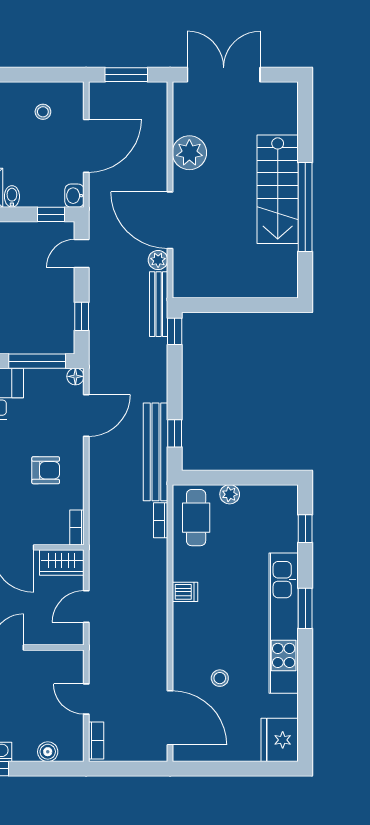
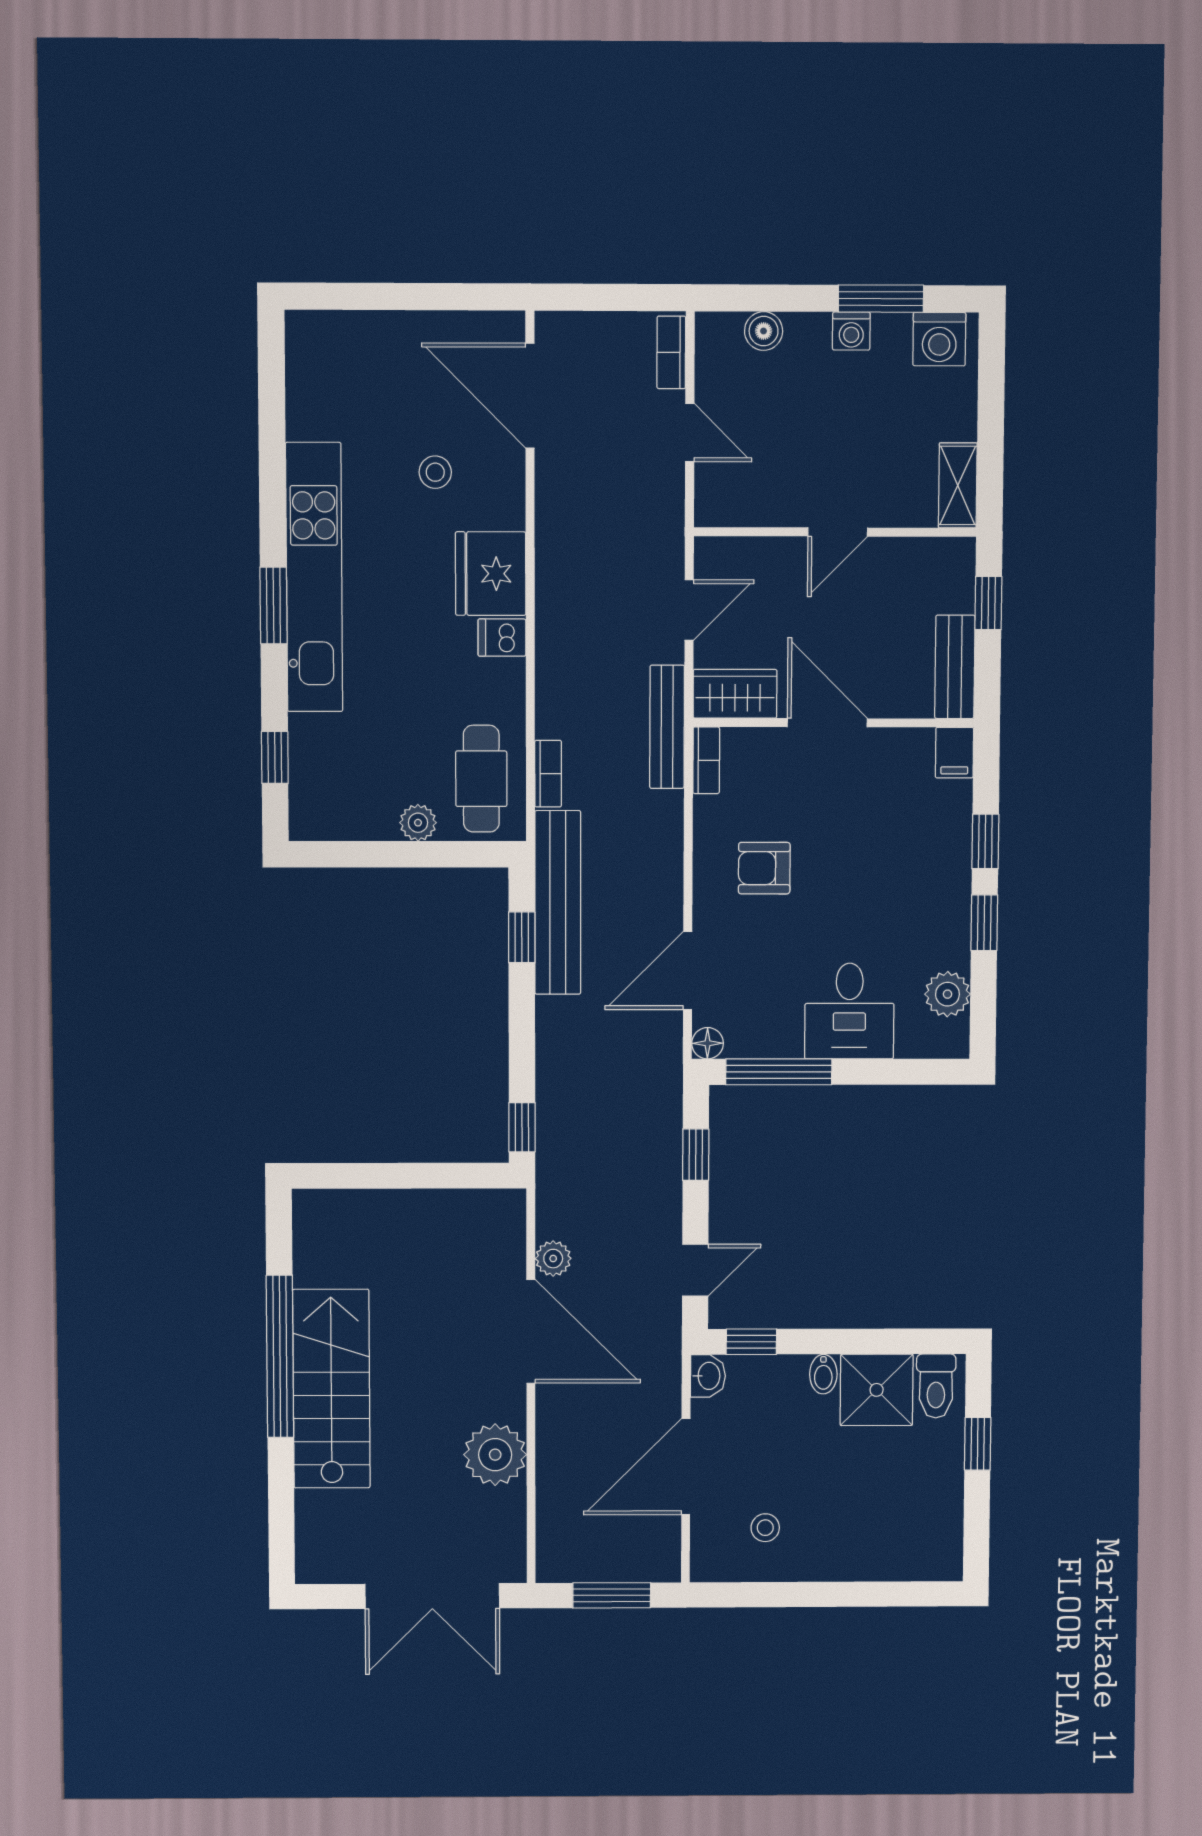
bench: (159, 304) -> (667, 727), moved
fridge: (280, 740) -> (491, 574), moved, turned 180

